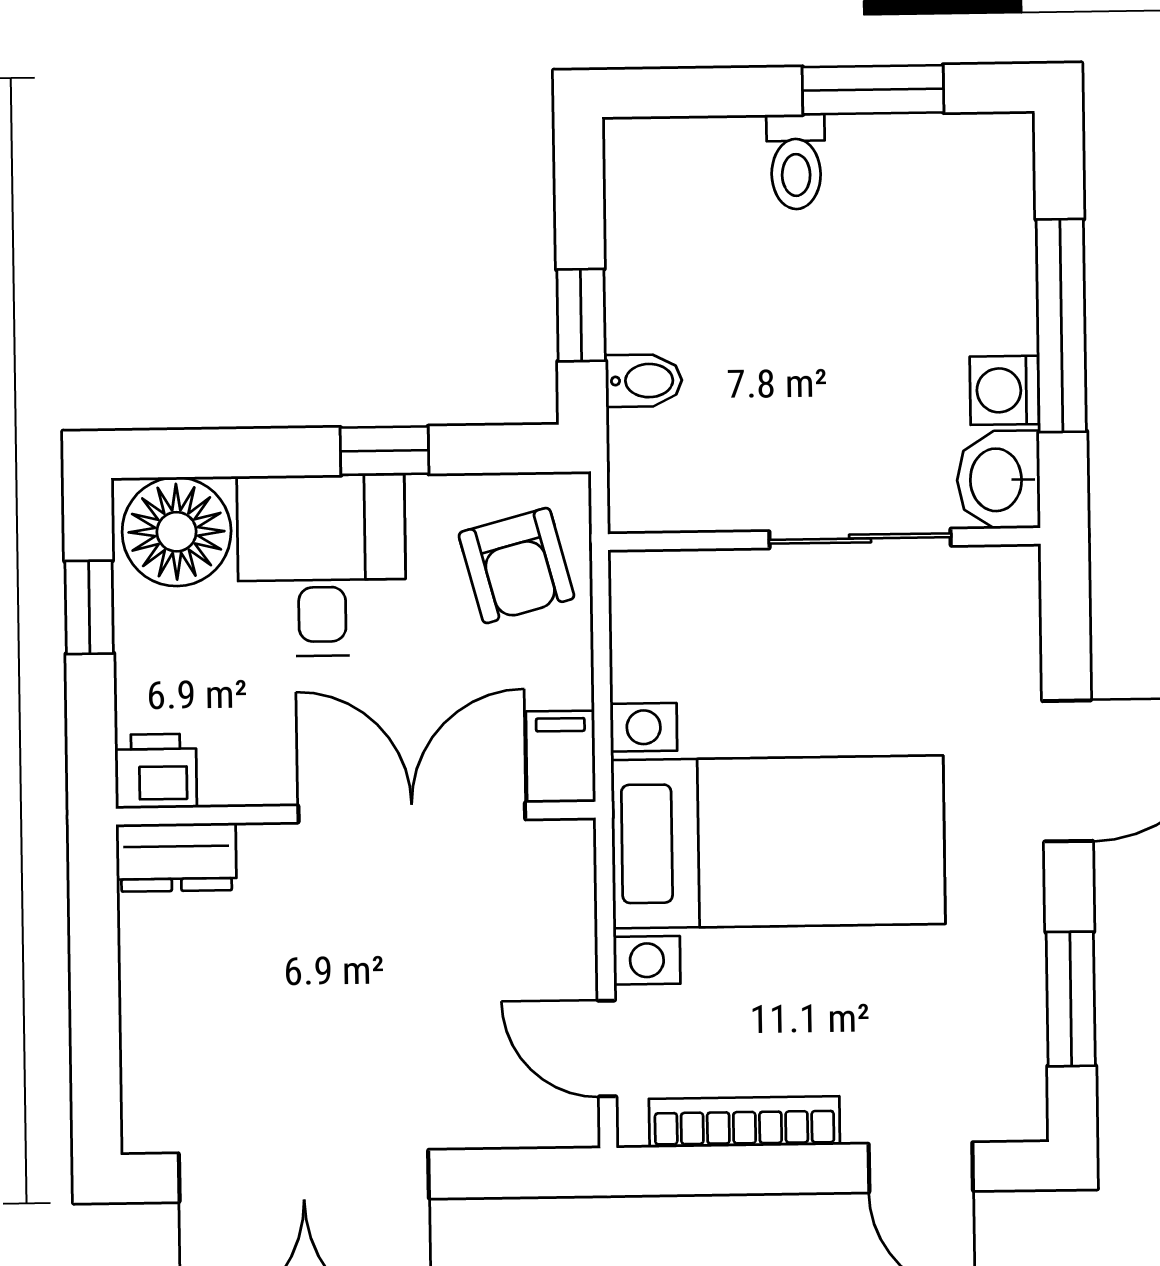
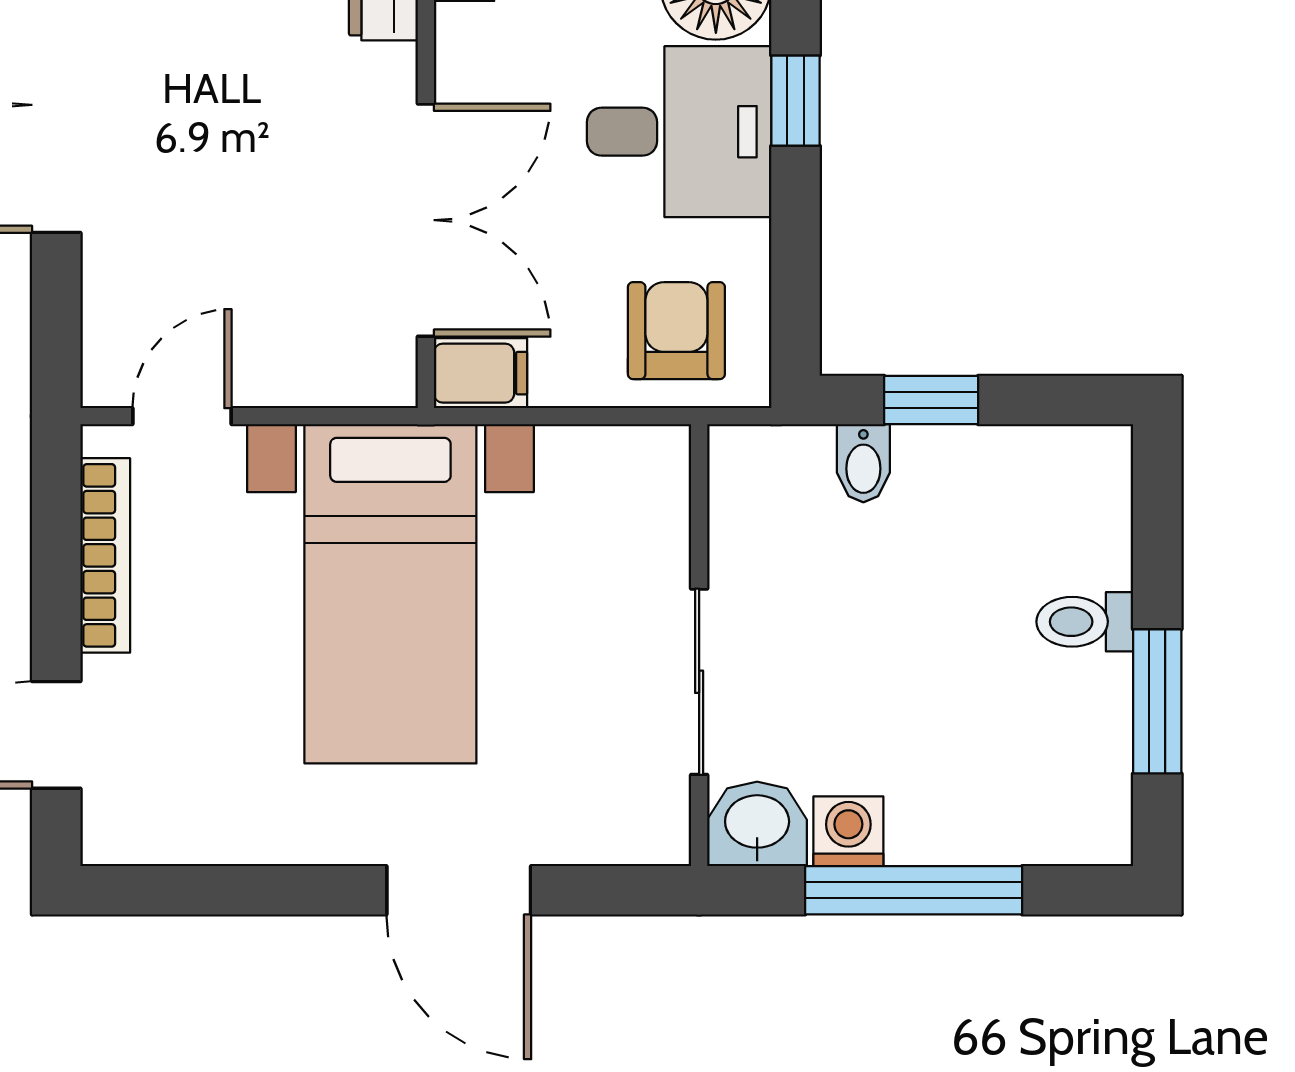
window: (385, 451) -> (796, 101), moved
armchair: (516, 566) -> (676, 331), turned 105
window: (1071, 999) -> (226, 890), removed

